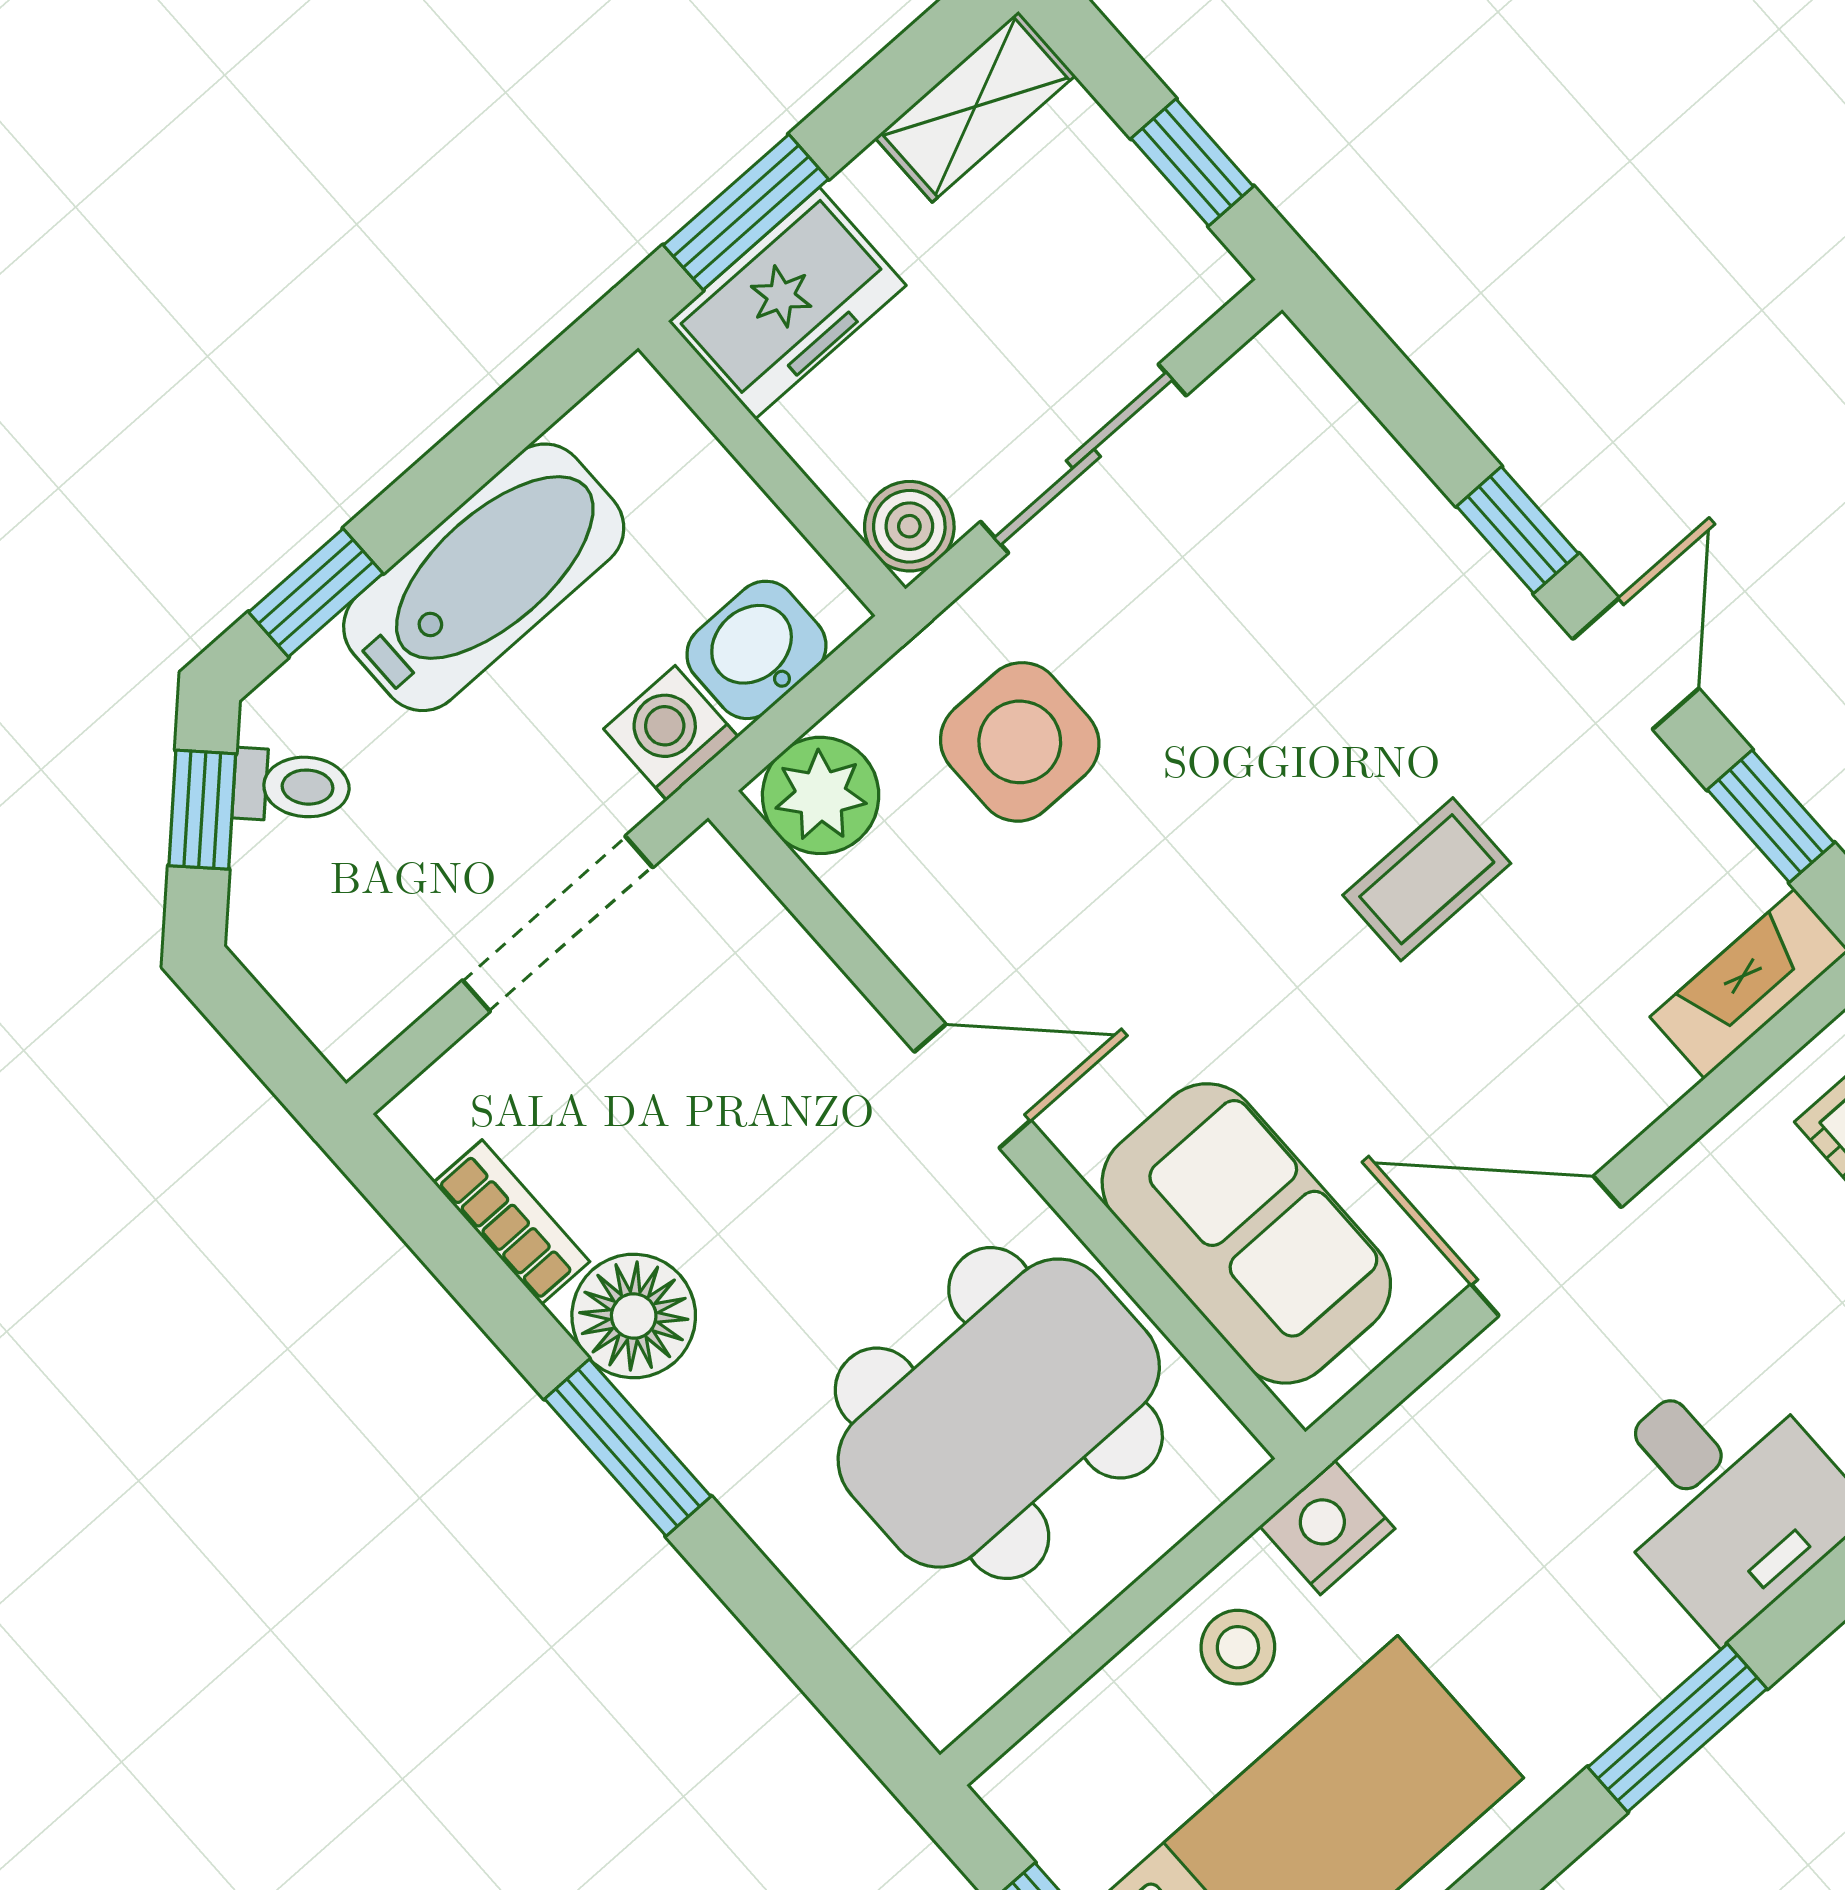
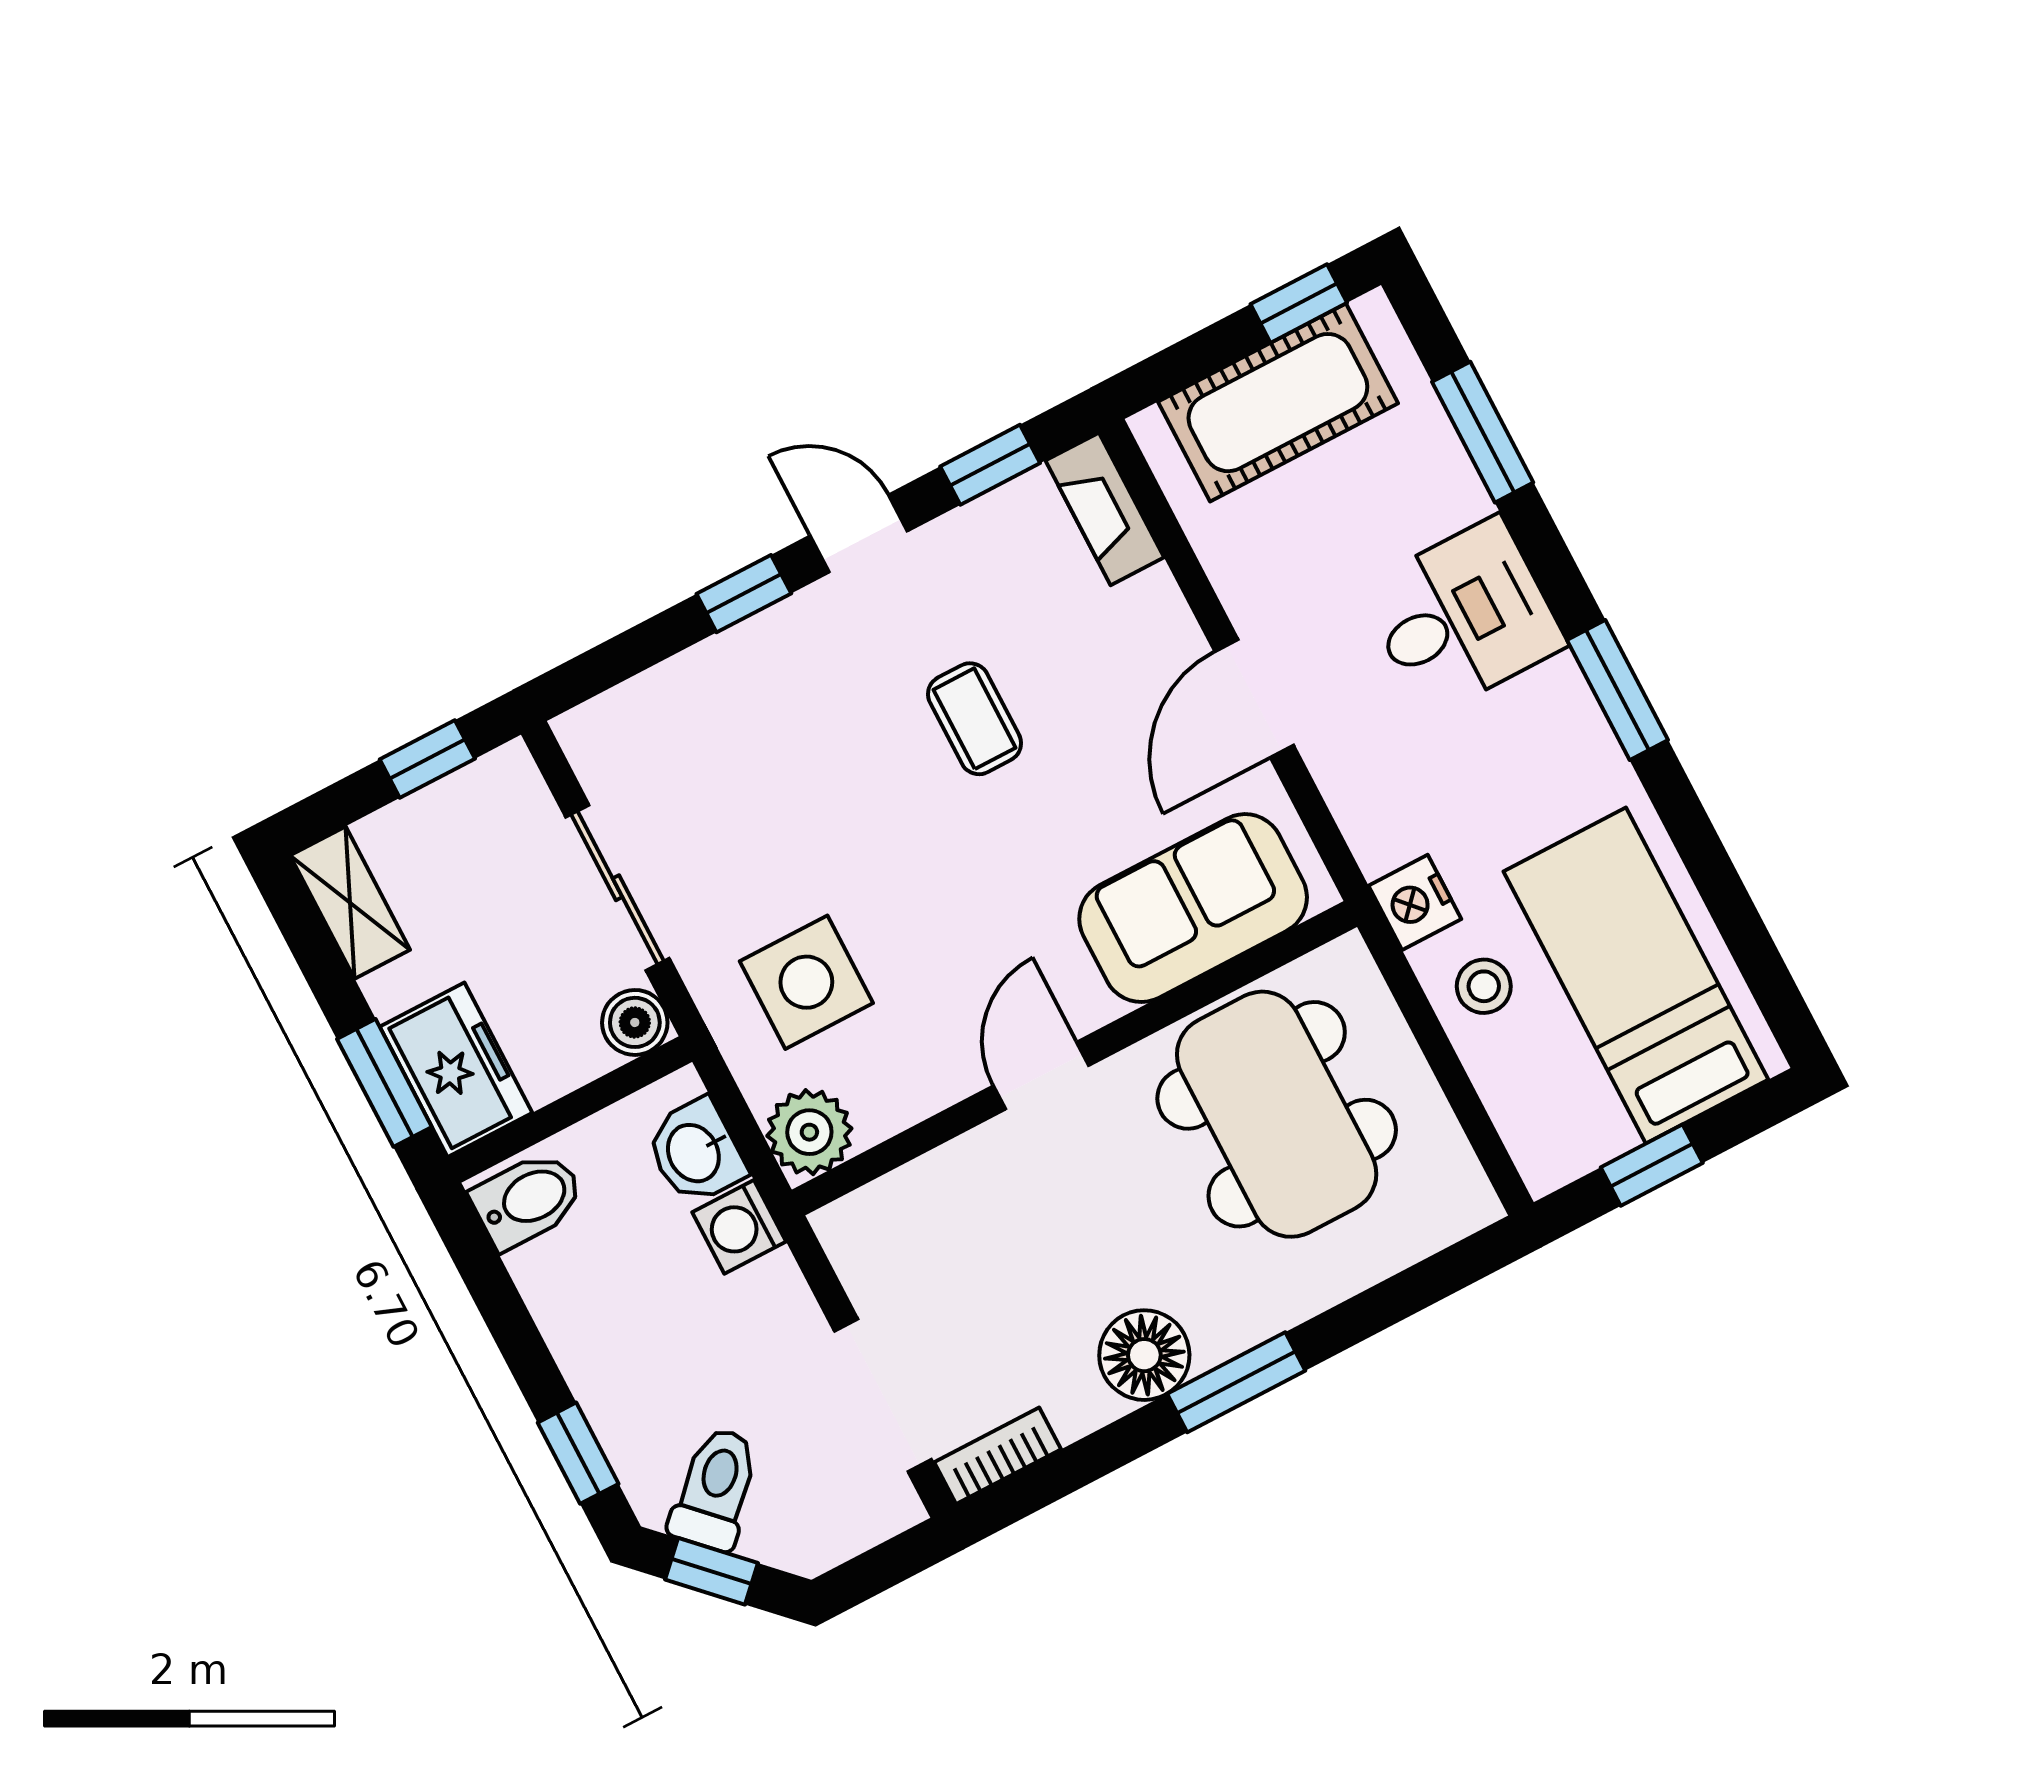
bidet: (638, 442) -> (528, 1200), added
bathtub: (484, 577) -> (597, 1332), removed
toilet: (291, 786) -> (715, 1489), width x1.37, depth x1.39
doorway: (558, 924) -> (883, 1395), moved
bookcase: (512, 1222) -> (998, 1456), moved

